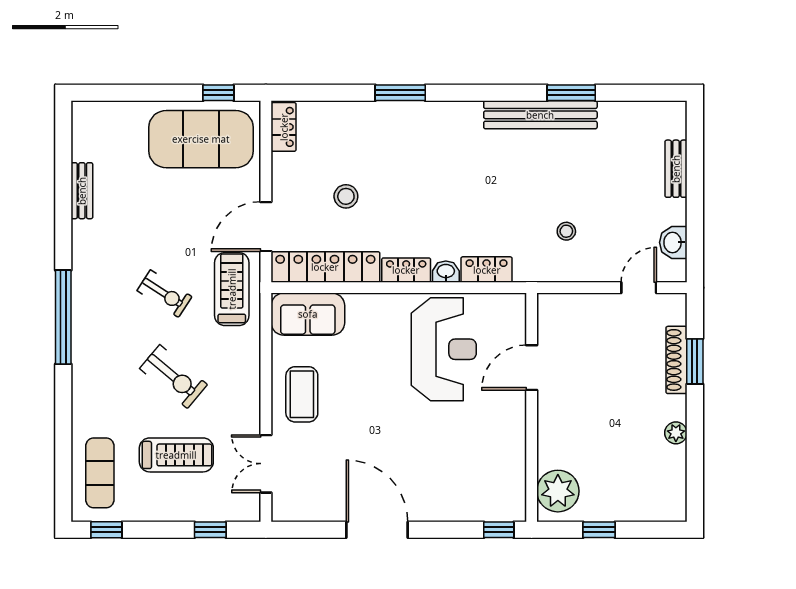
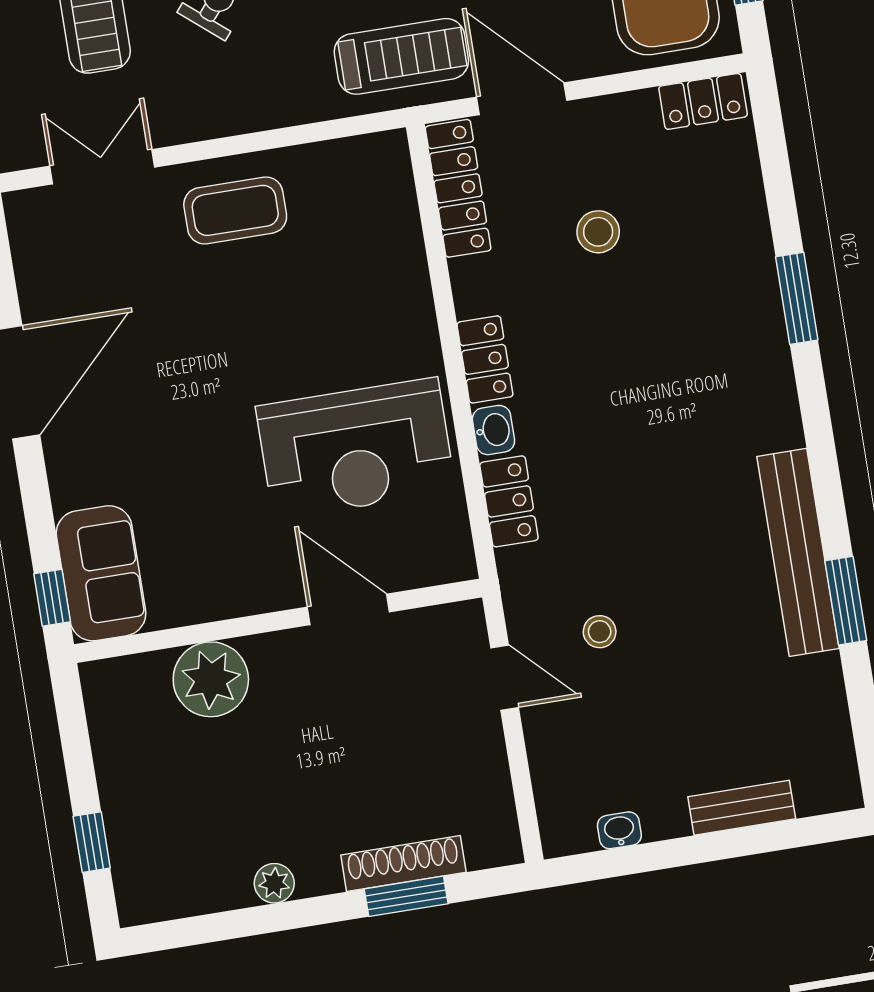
washbasin: (673, 242) -> (619, 830), width x0.72, depth x0.69
locker: (325, 267) -> (458, 188), width x0.71, depth x0.83
door: (639, 288) -> (505, 678), moved
sofa: (308, 314) -> (101, 573), moved, turned 180
plant: (558, 491) -> (211, 679), moved
window: (599, 530) -> (92, 842), moved

